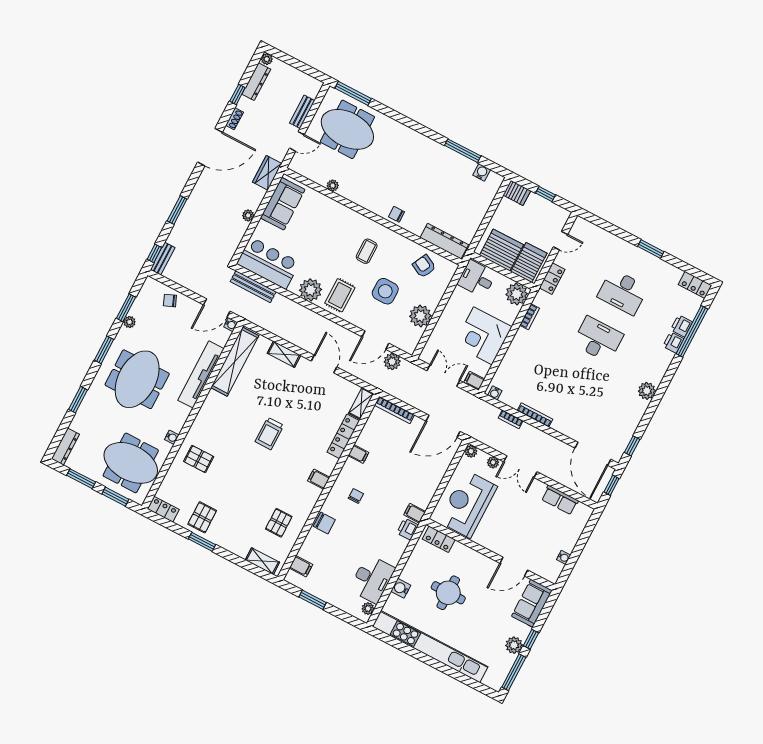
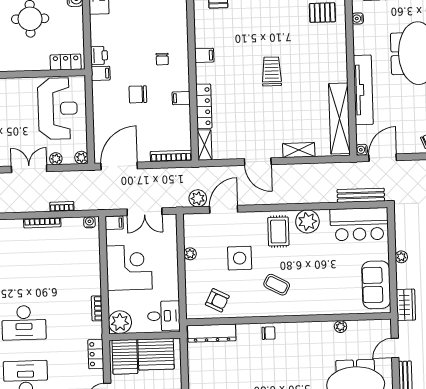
coffee table: (367, 251) -> (277, 285), turned -62
plant: (420, 316) -> (190, 254), width x0.53, depth x0.53
chair: (324, 523) -> (138, 94), moved

